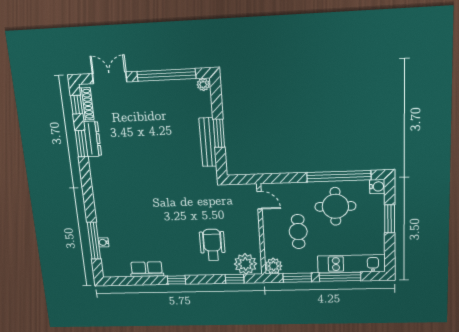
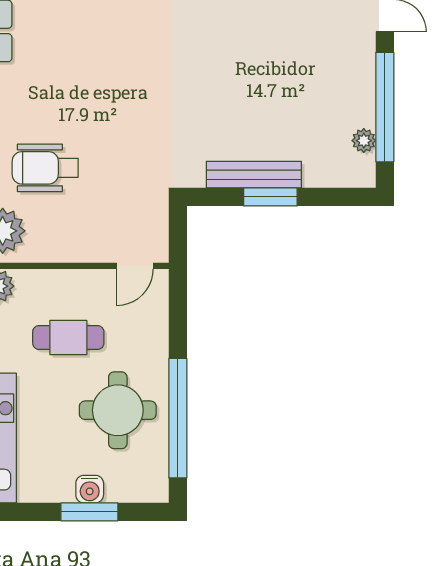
plant: (203, 85) -> (364, 141), moved
water cooler: (377, 186) -> (90, 489), moved
wheelchair: (212, 245) -> (45, 168), turned 180

